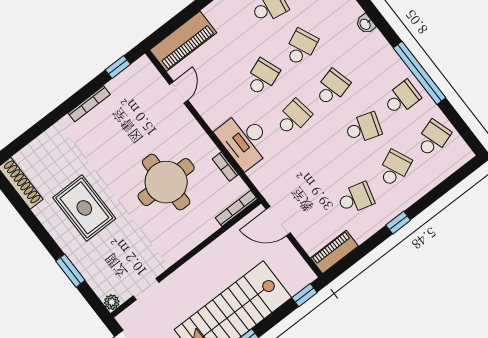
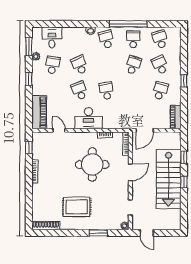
school desk: (332, 88) -> (106, 39), moved
desk: (245, 140) -> (89, 118), moved
door: (199, 248) -> (130, 172), added
window: (305, 295) -> (184, 157), moved

